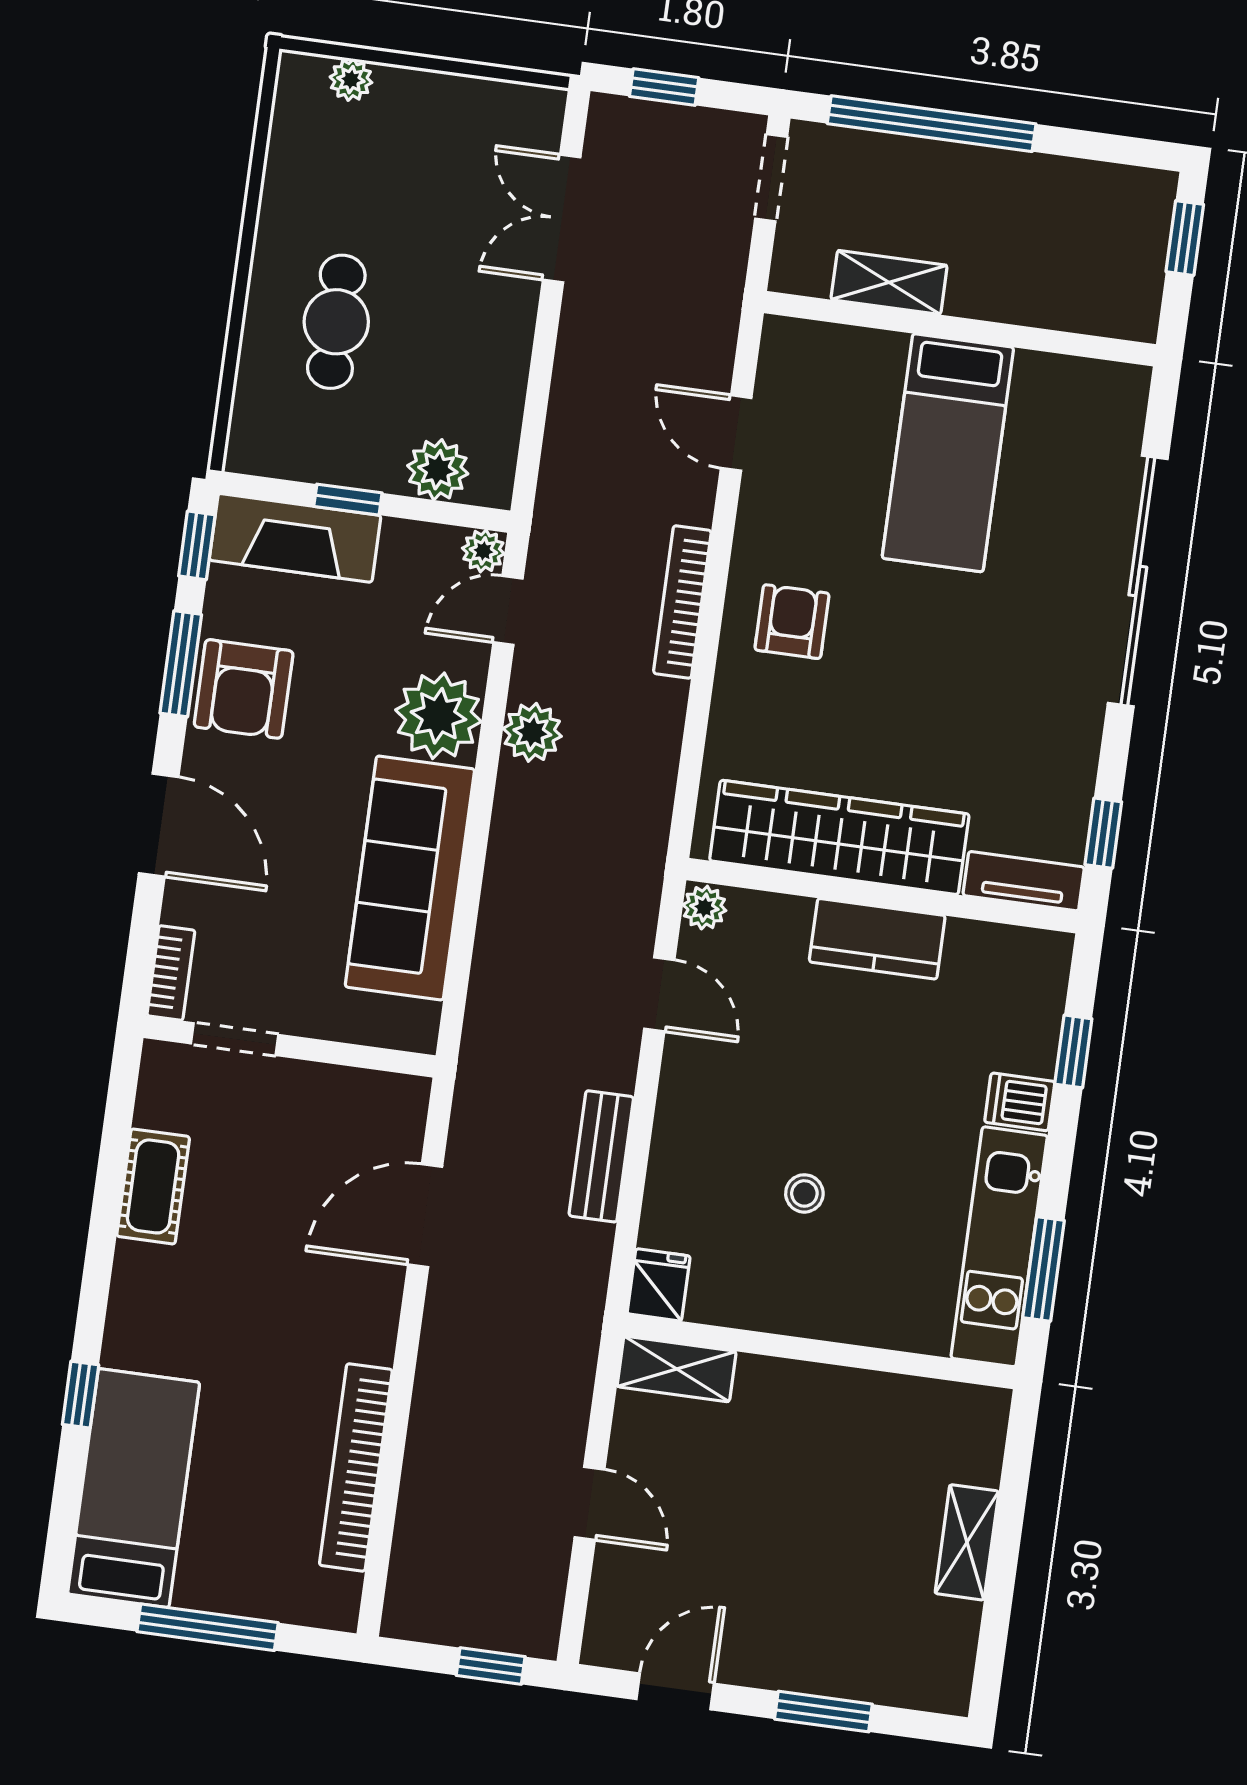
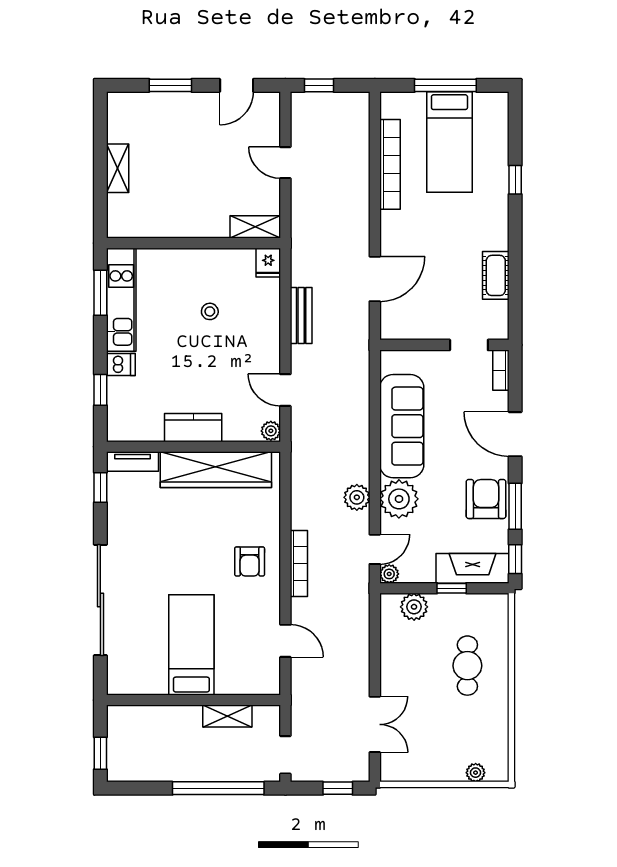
bed: (134, 1488) -> (449, 142), moved

